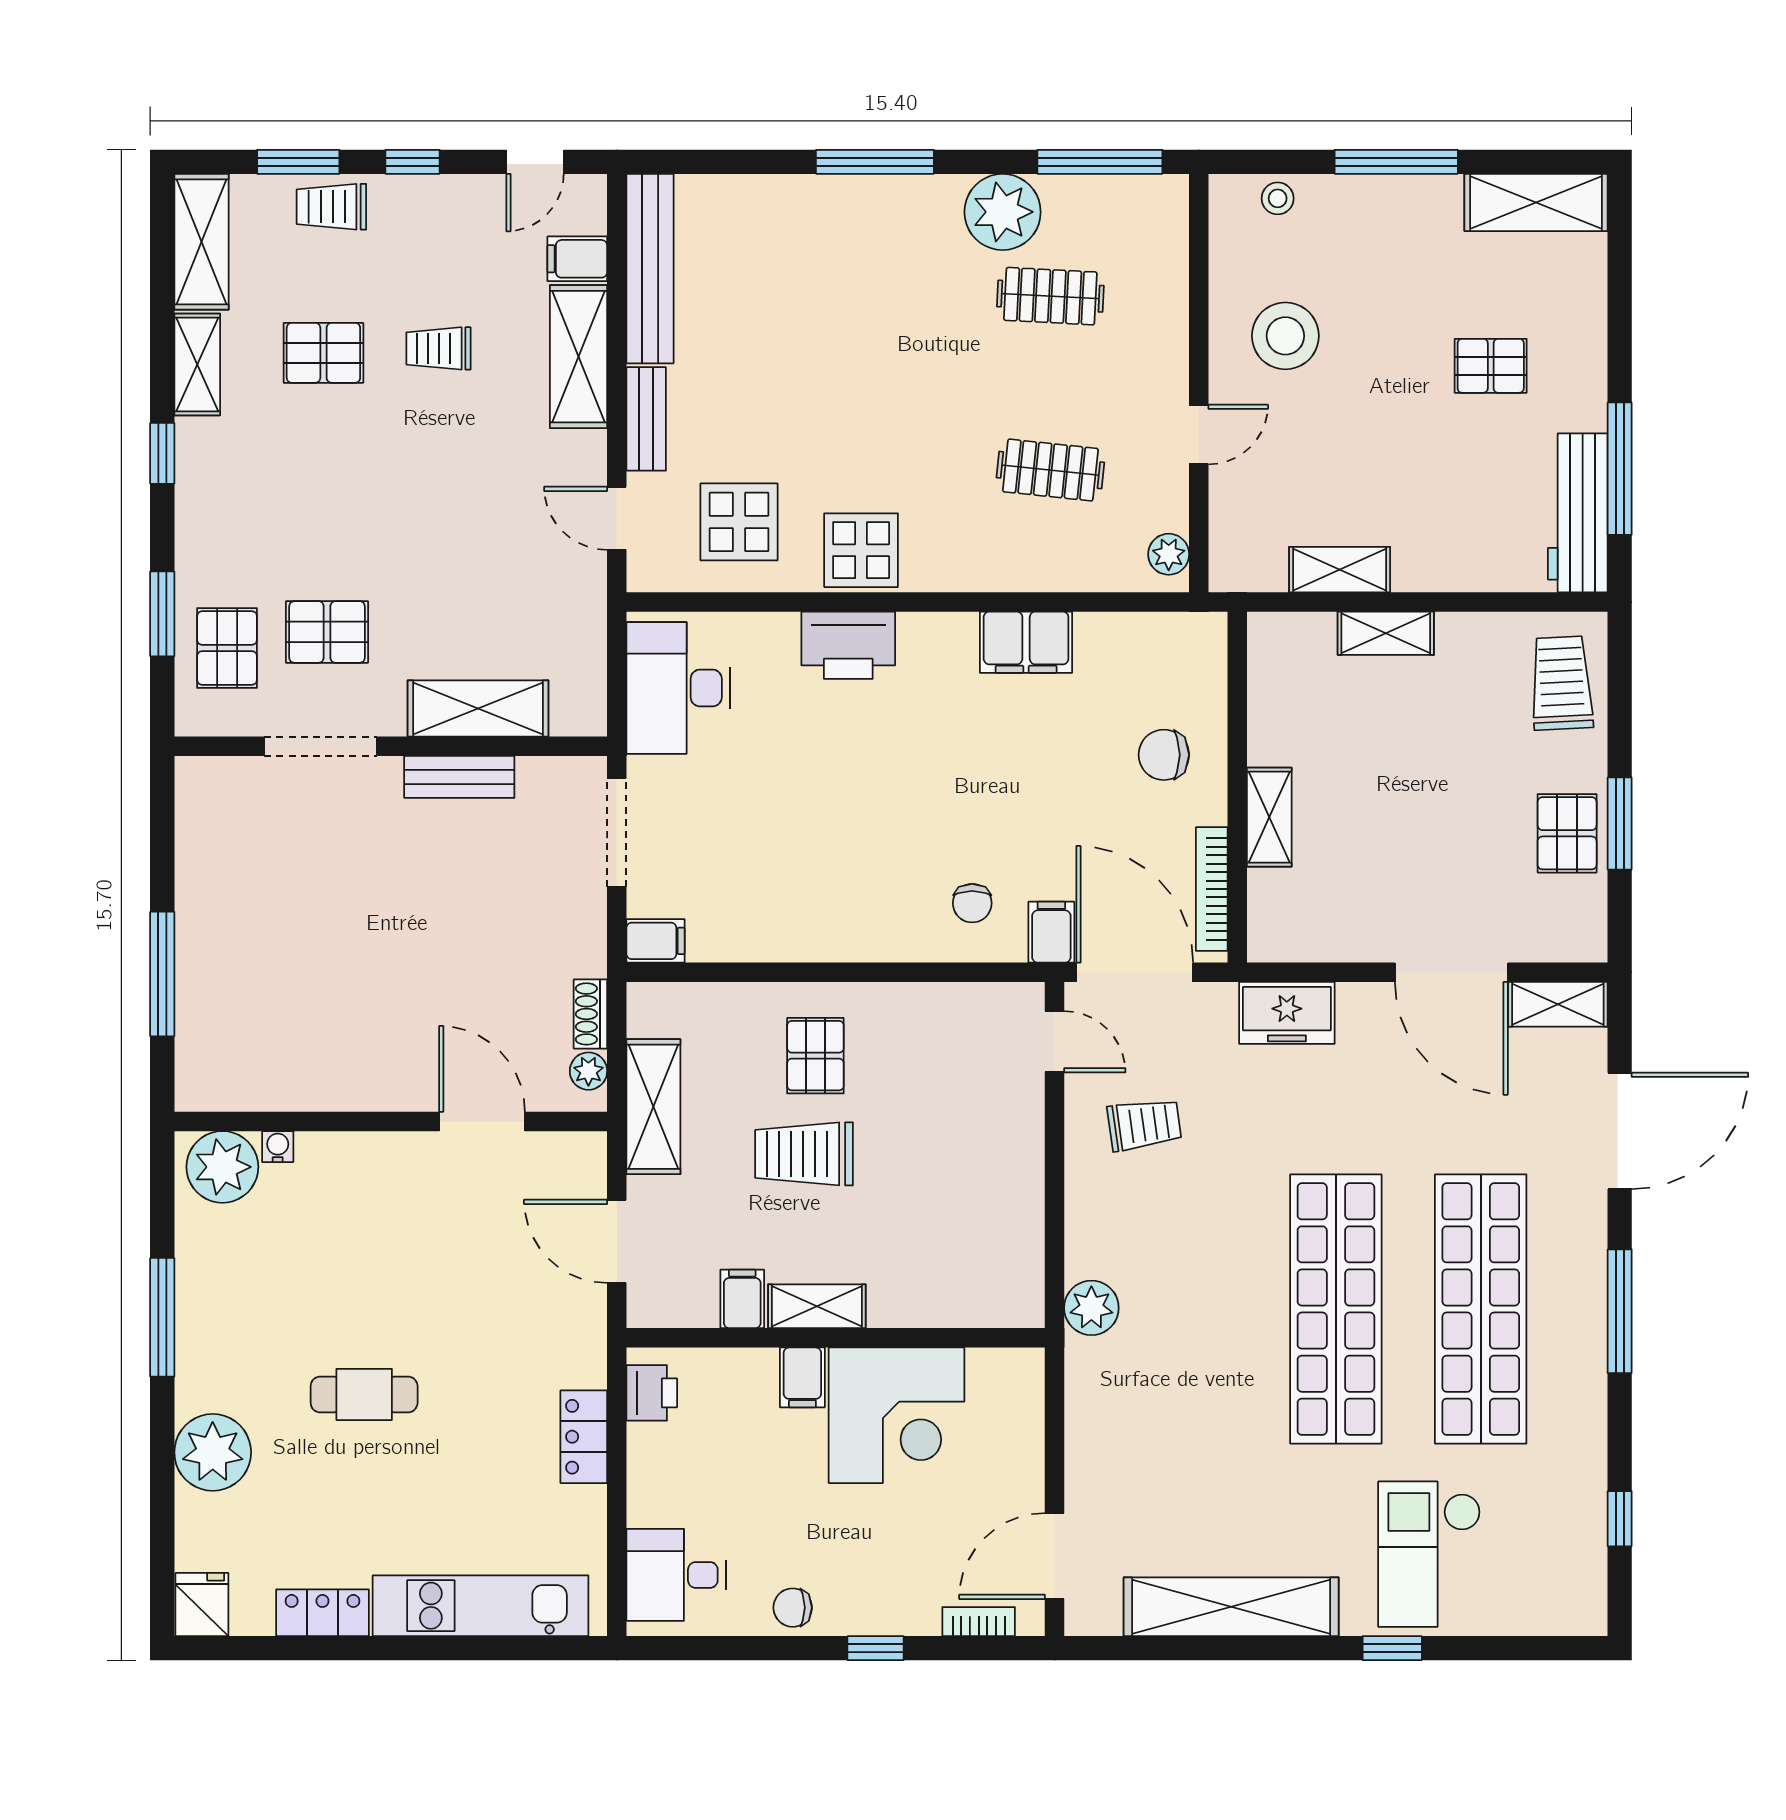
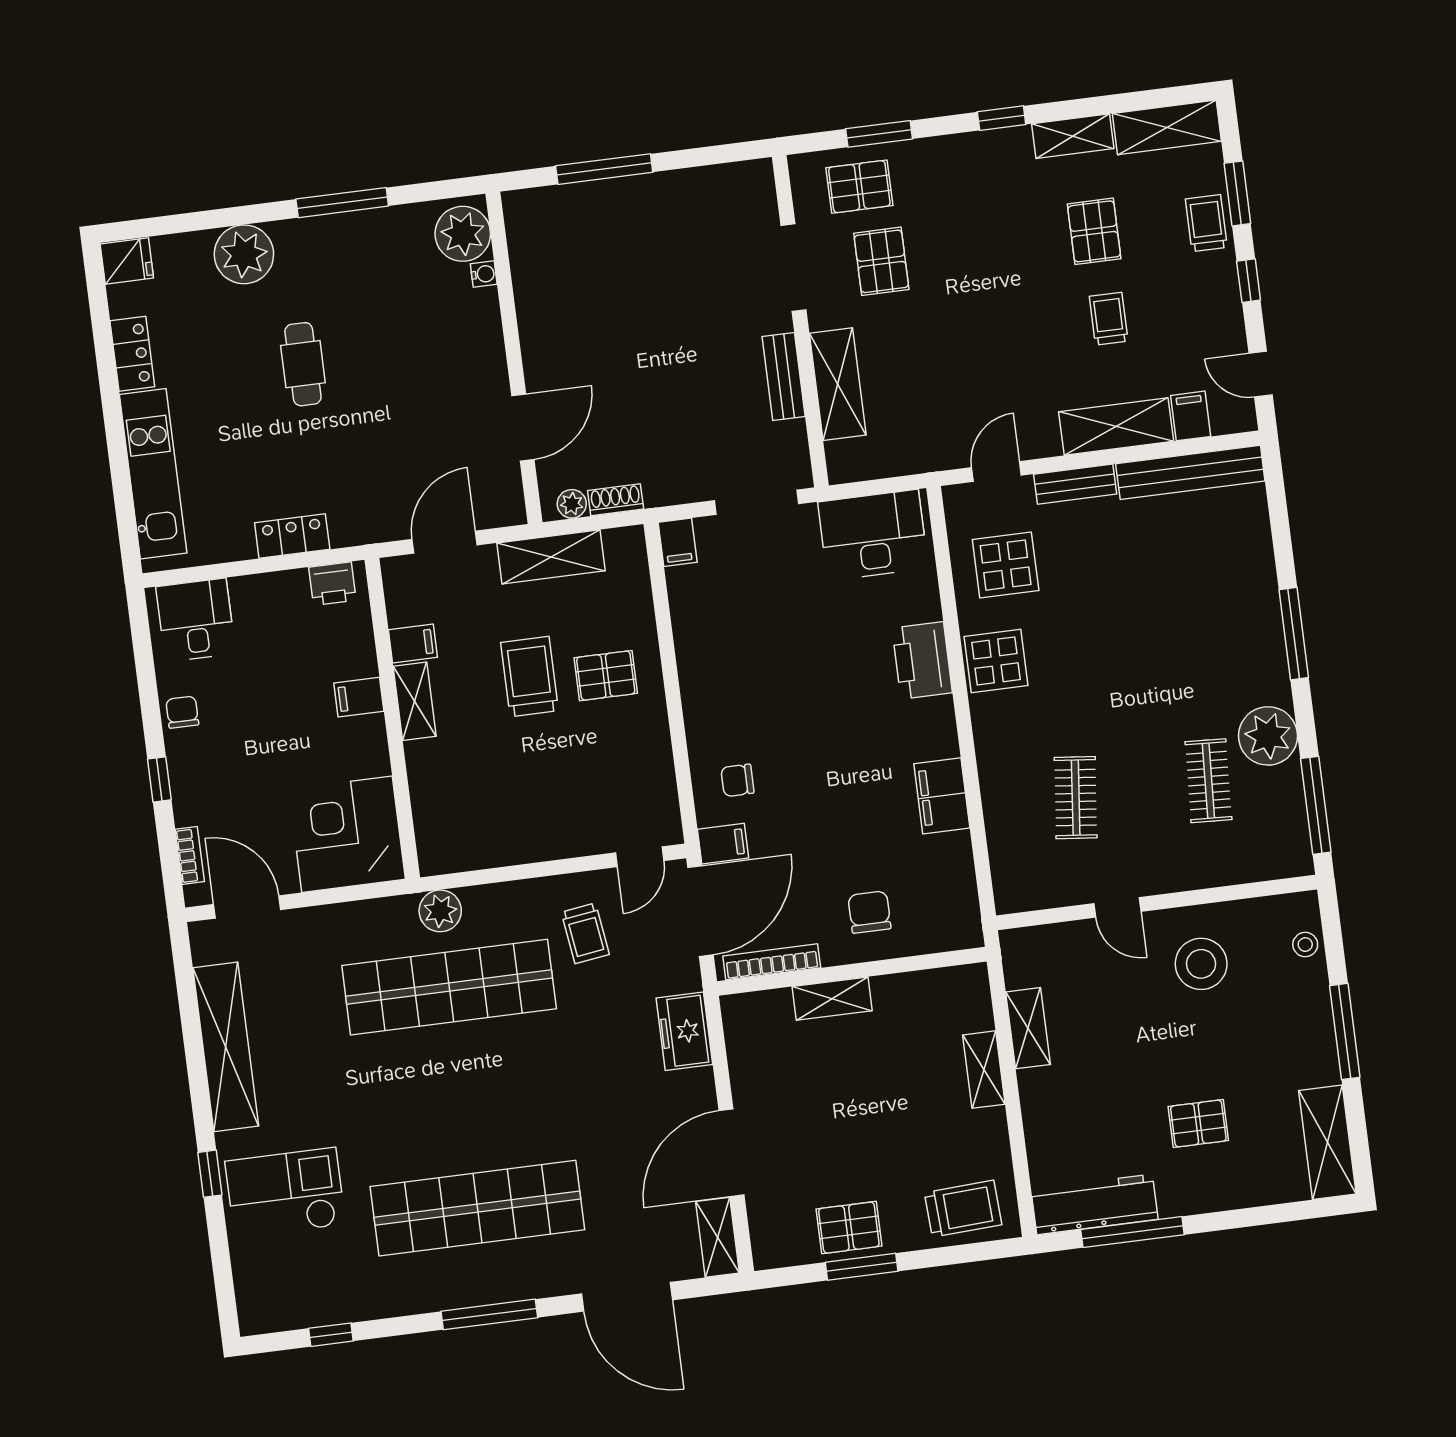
pallet: (1491, 366) -> (1198, 1124), turned 90
plant: (1169, 554) -> (1023, 896), removed
shop shelf: (1336, 1309) -> (449, 987), moved
corner desk: (896, 1415) -> (347, 834), moved, turned 90

